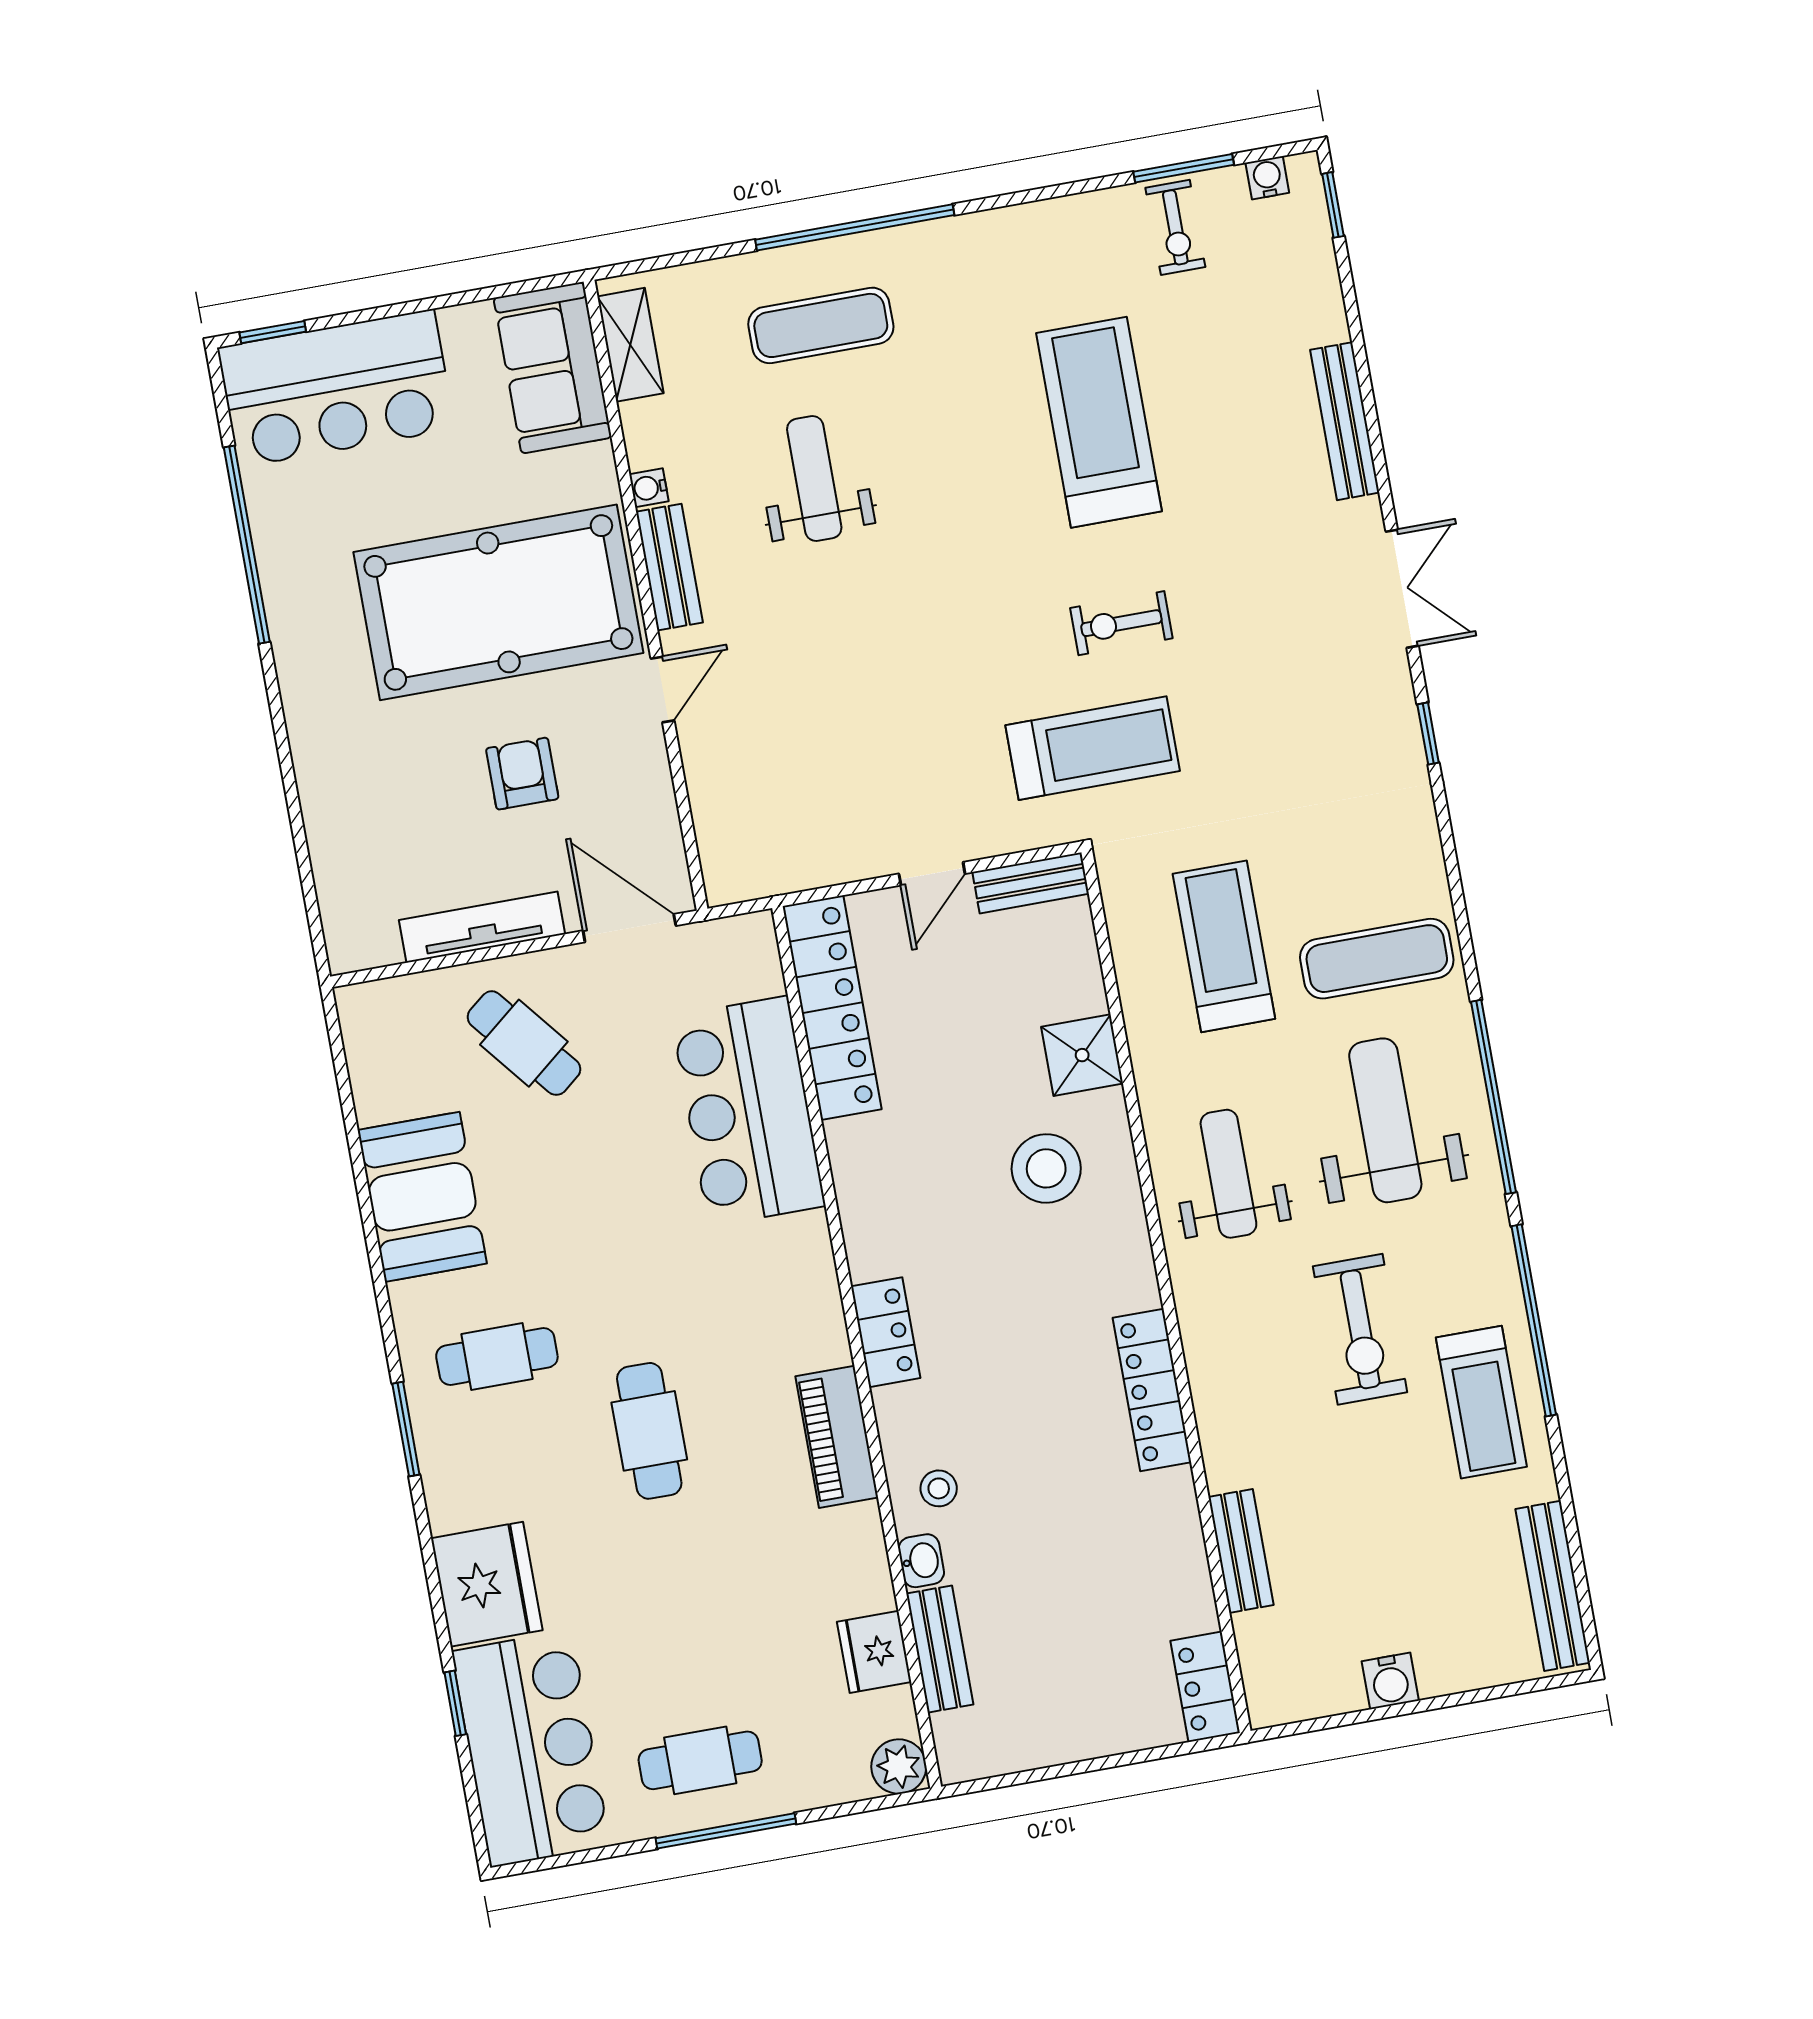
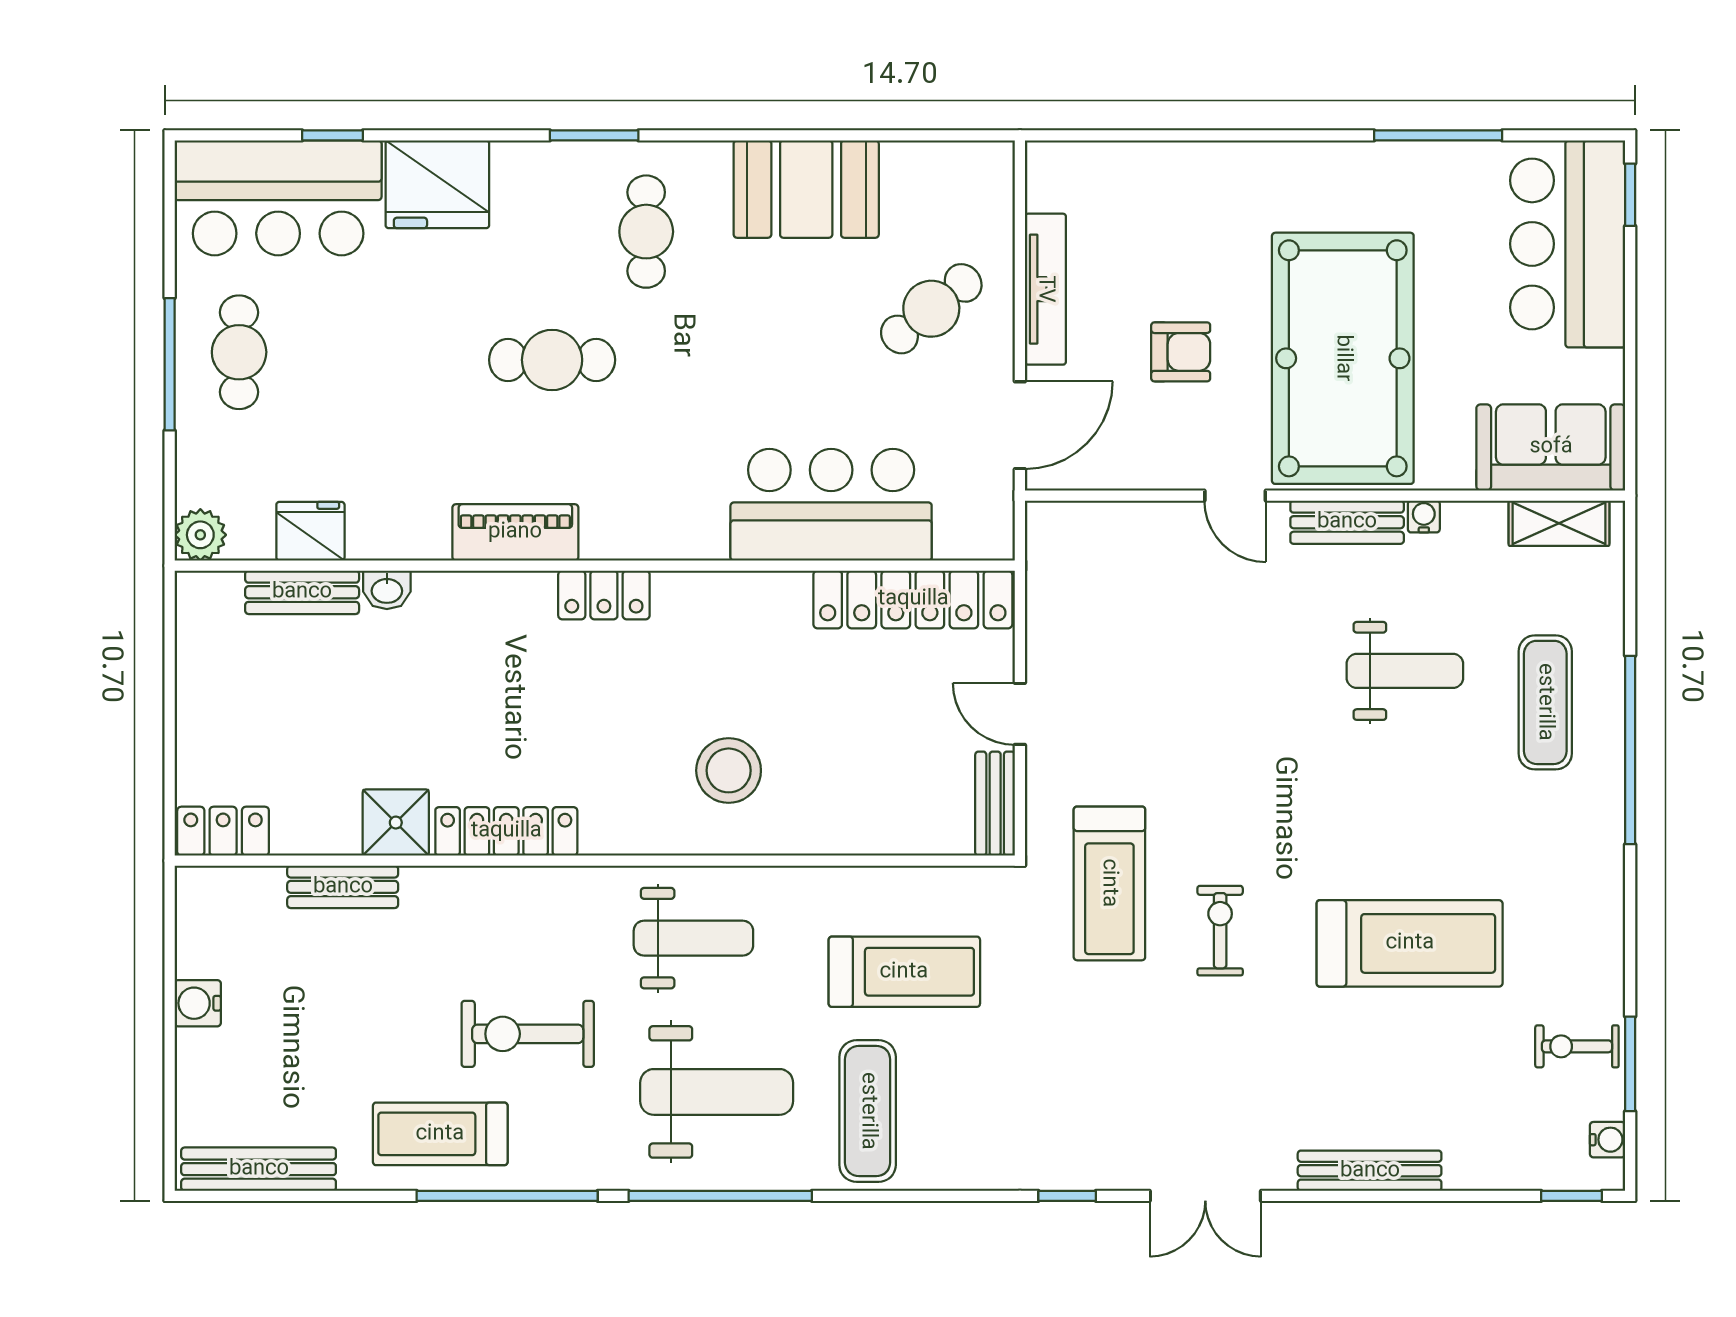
window: (247, 545) -> (1438, 135), width x0.68
shower: (1082, 1055) -> (396, 823), moved
stool: (939, 1488) -> (451, 618), removed

